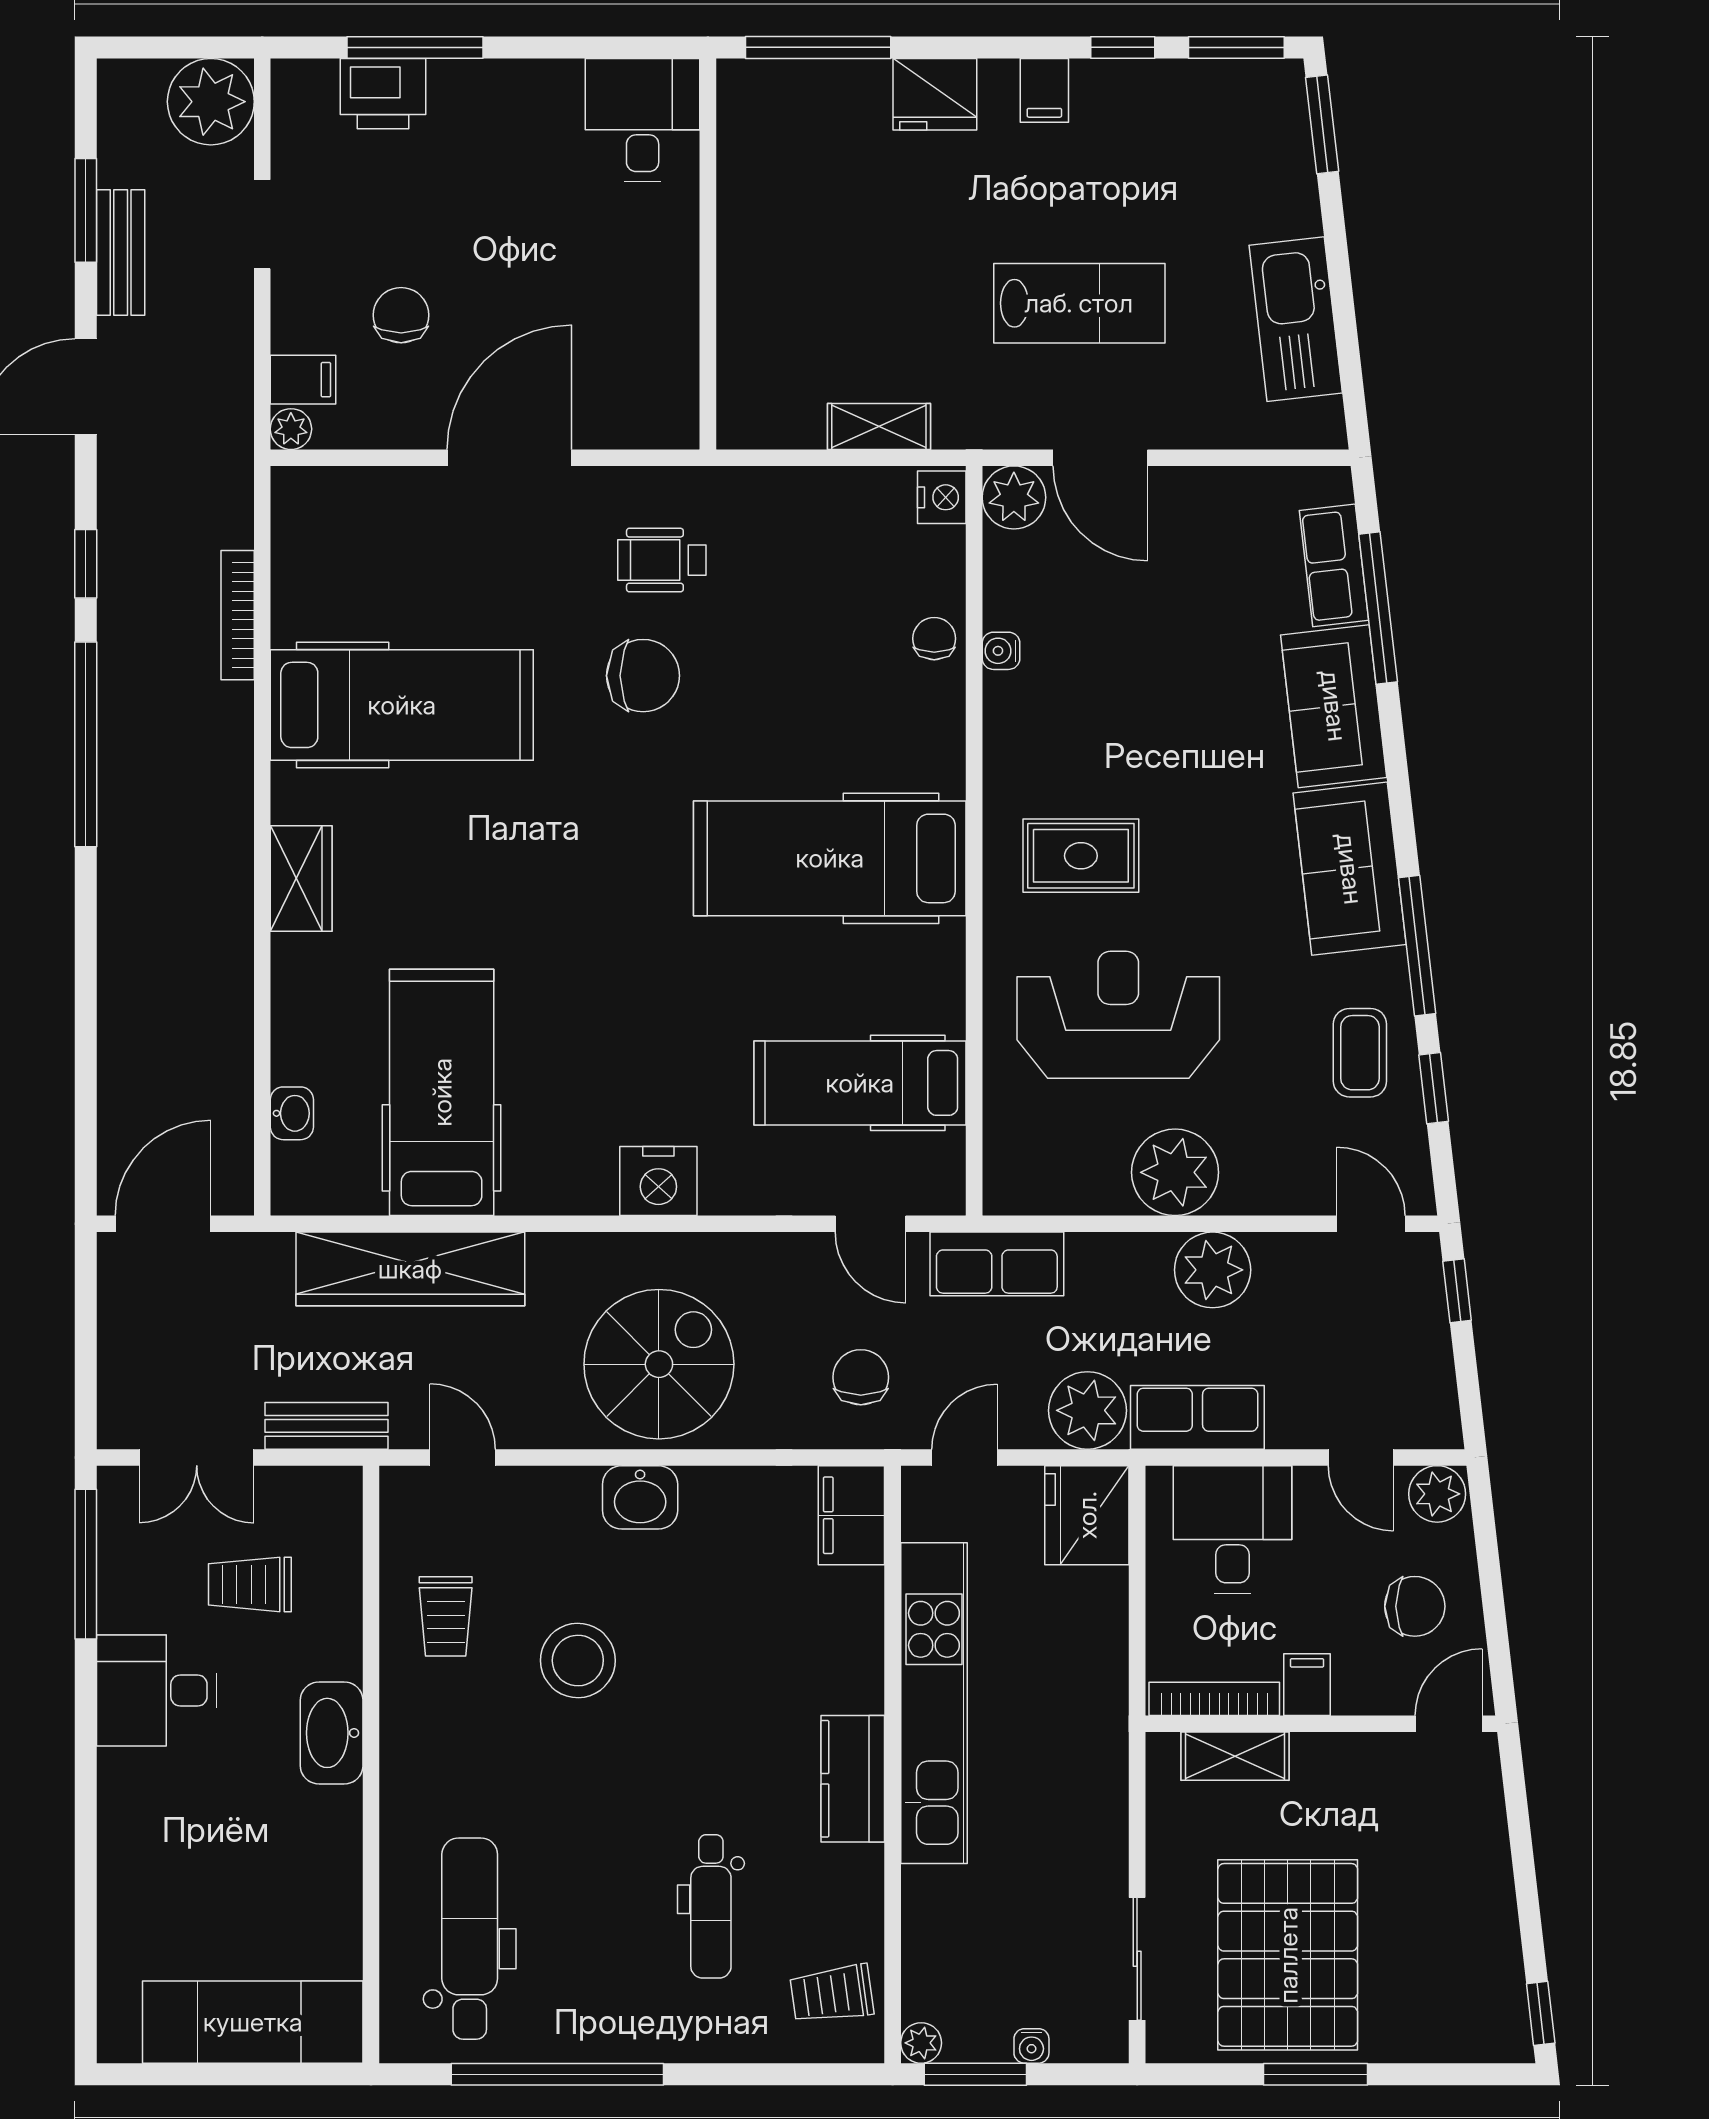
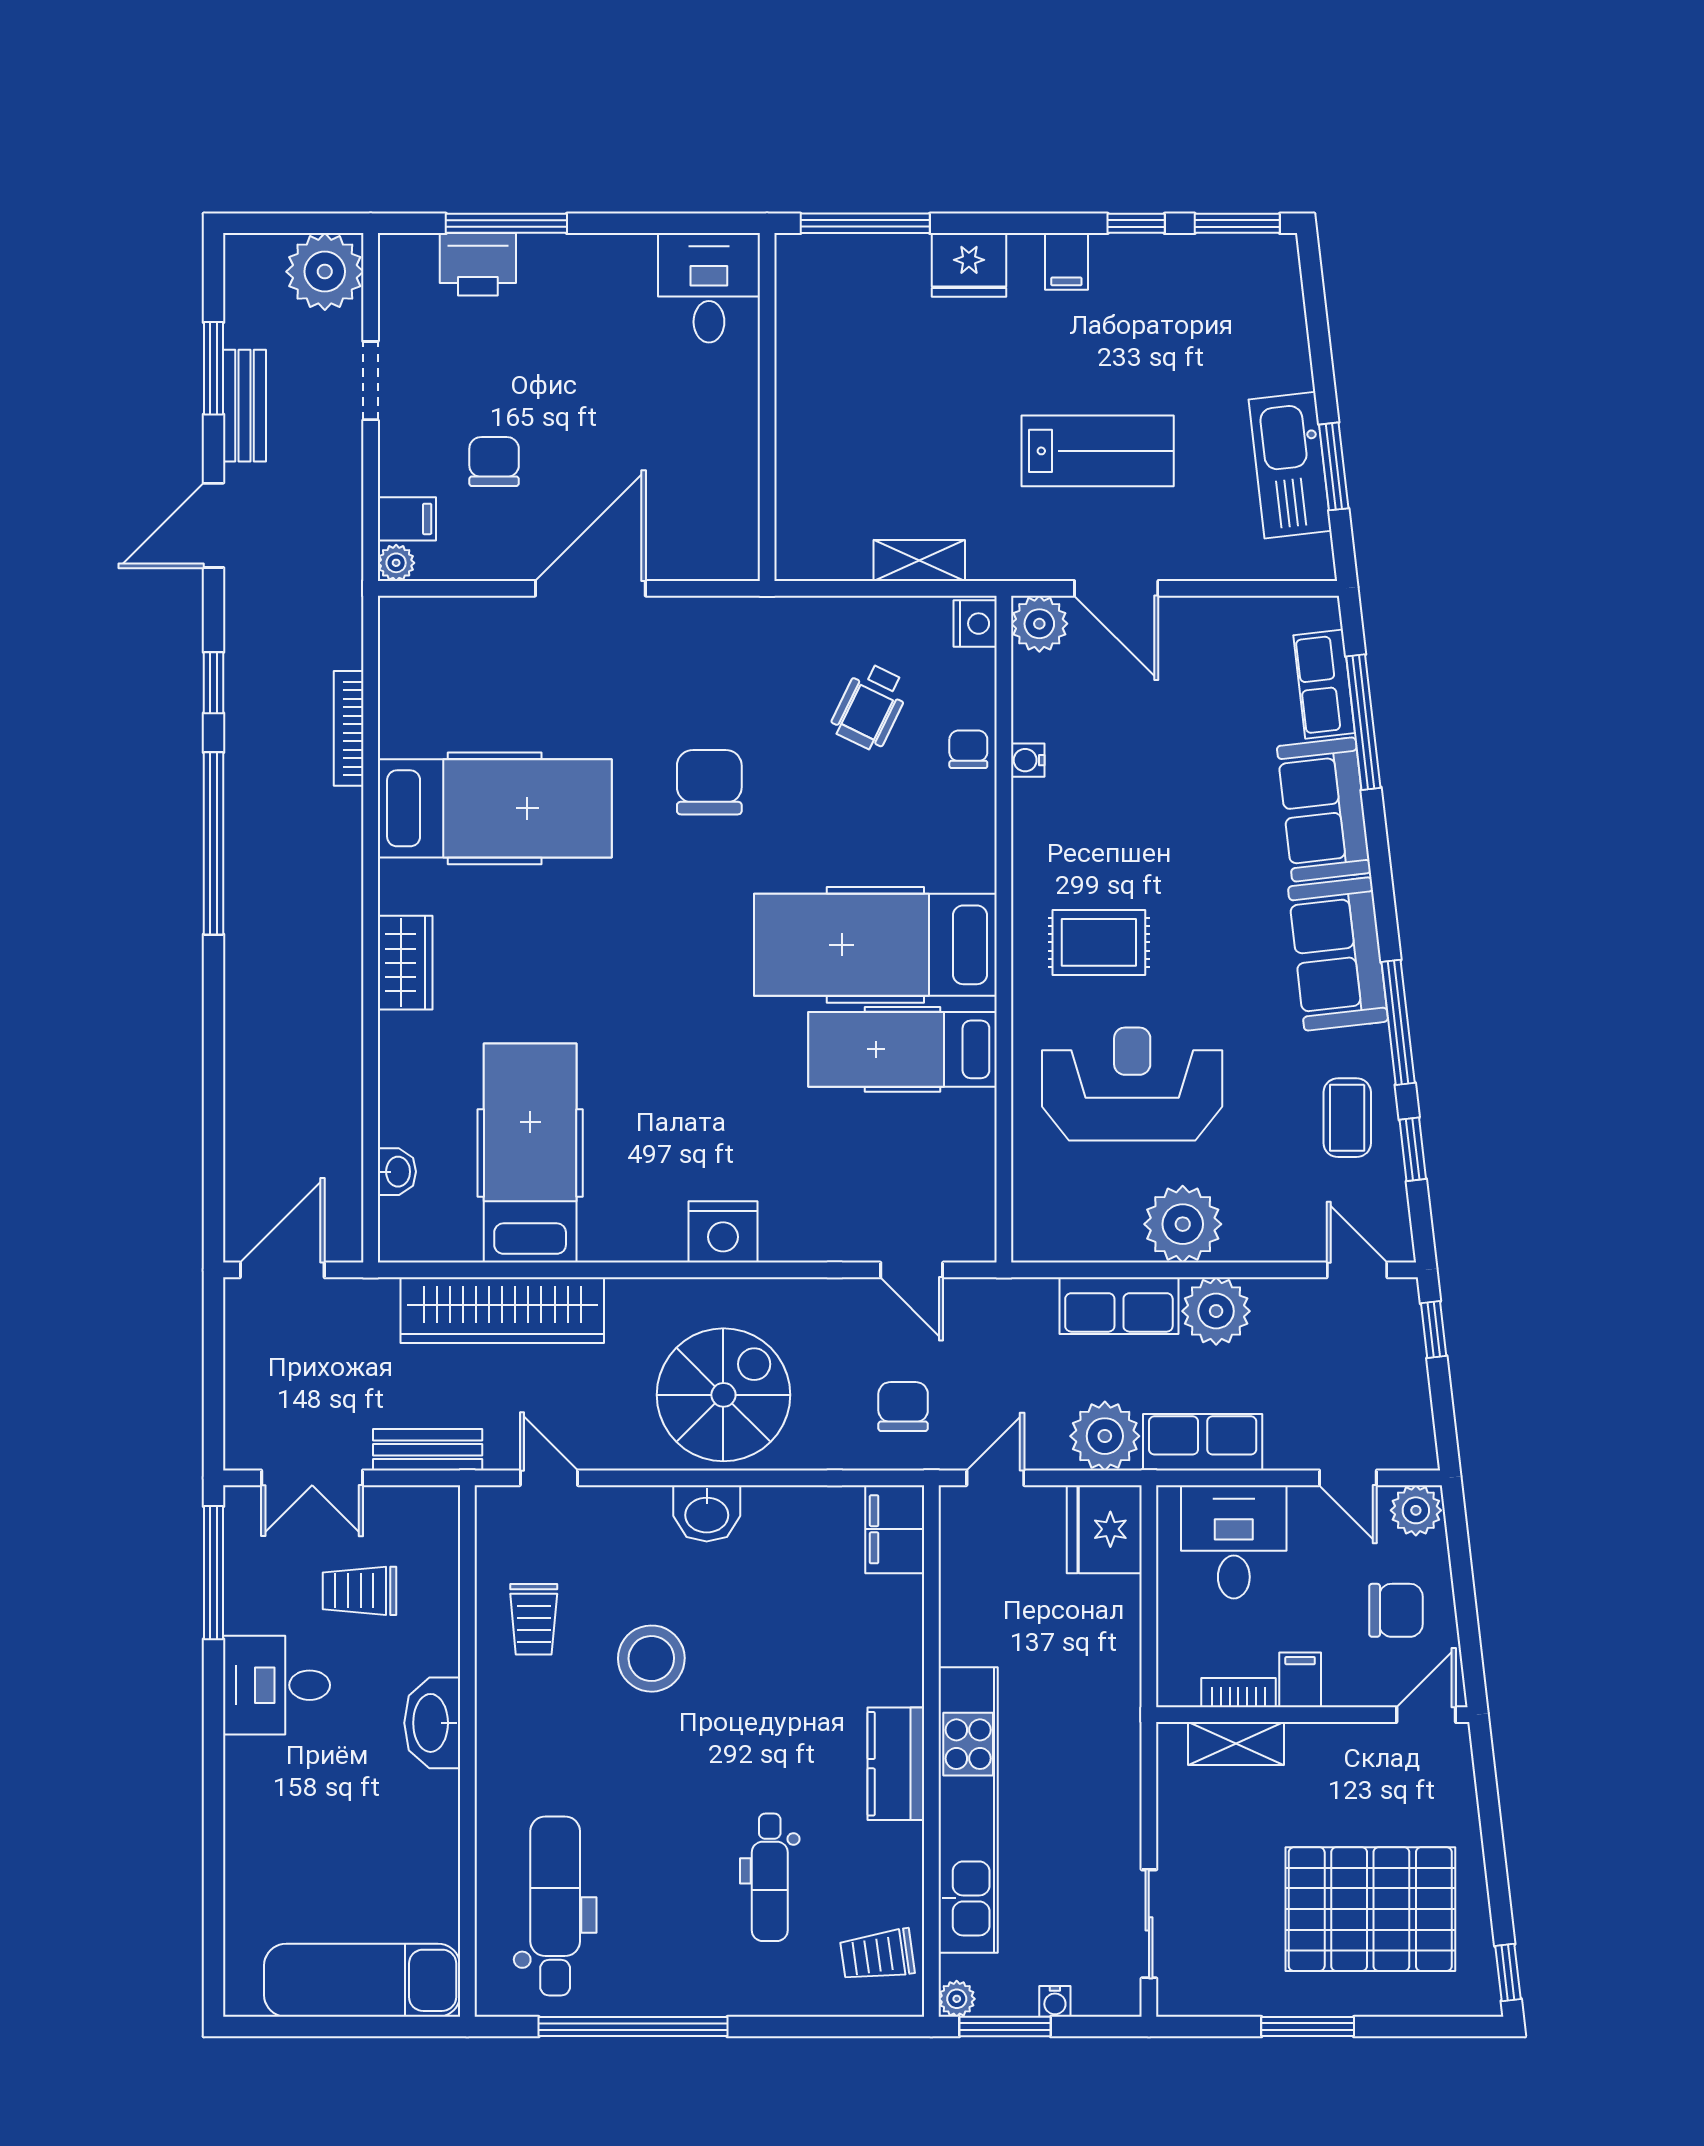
window: (1322, 124) -> (1334, 466), moved
wheelchair: (662, 560) -> (870, 707), moved, turned -64
chair: (643, 676) -> (709, 782), turned -90
hospital bed: (860, 1083) -> (902, 1049), moved
row of seats: (997, 1264) -> (1119, 1306), moved
bookcase: (1214, 1699) -> (1238, 1693), width x0.64
kitchen unit: (934, 1703) -> (968, 1810), moved
pallet: (1288, 1955) -> (1370, 1909), moved, turned 90

